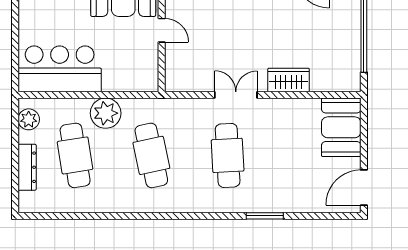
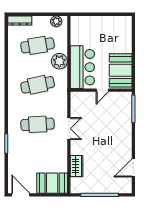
bar counter: (60, 69) -> (82, 67), moved
wardrobe: (289, 80) -> (77, 166), moved
dresser: (27, 167) -> (20, 20), moved

